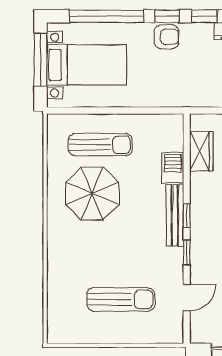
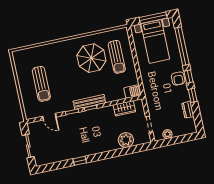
barbecue: (173, 168) -> (133, 92), moved

